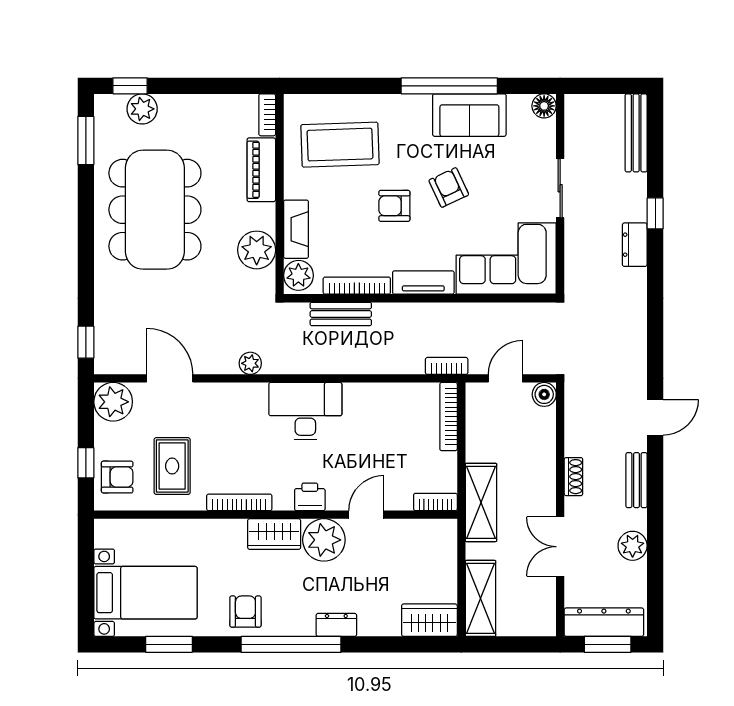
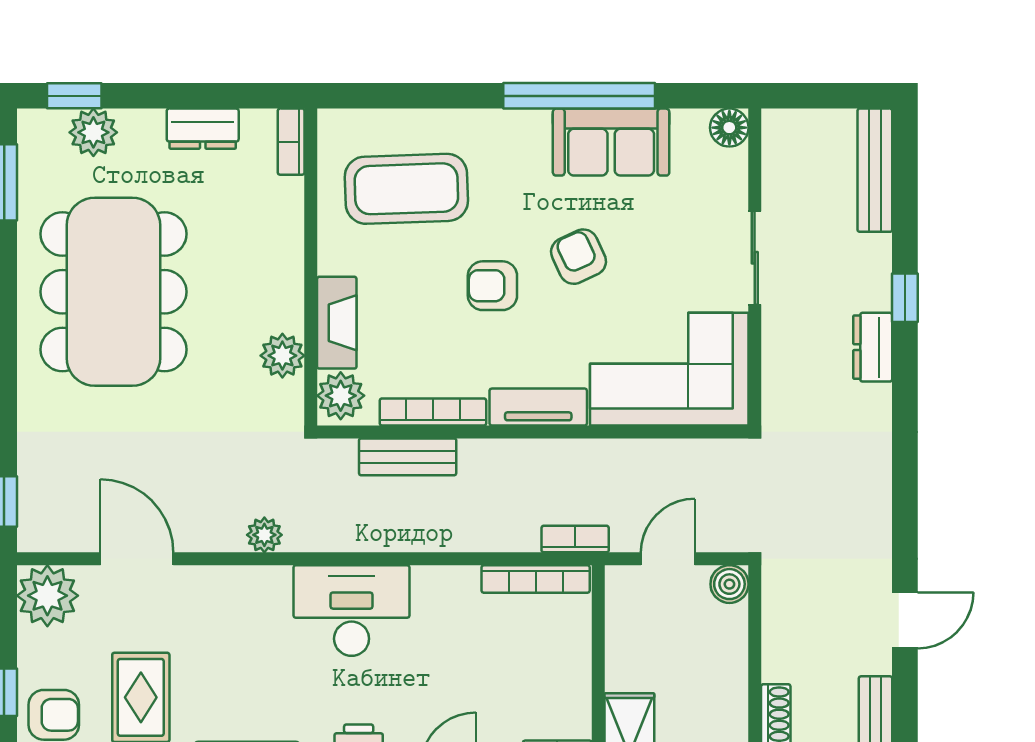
dresser: (211, 107) -> (203, 129), added
piano: (261, 170) -> (282, 229), removed
plant: (257, 250) -> (282, 356), width x0.73, depth x0.73
bookcase: (449, 417) -> (536, 579), moved, turned -90

